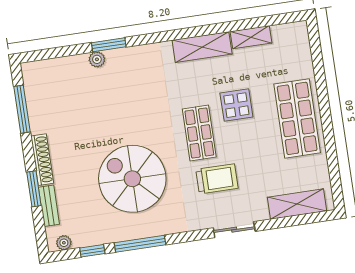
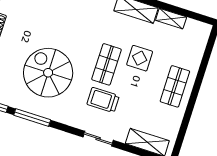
shop shelf: (297, 118) -> (175, 86), width x0.70, depth x0.74
trolley: (217, 179) -> (103, 100), turned 180

